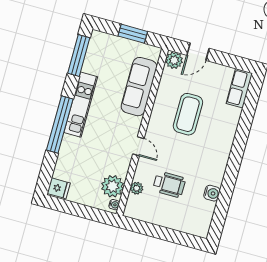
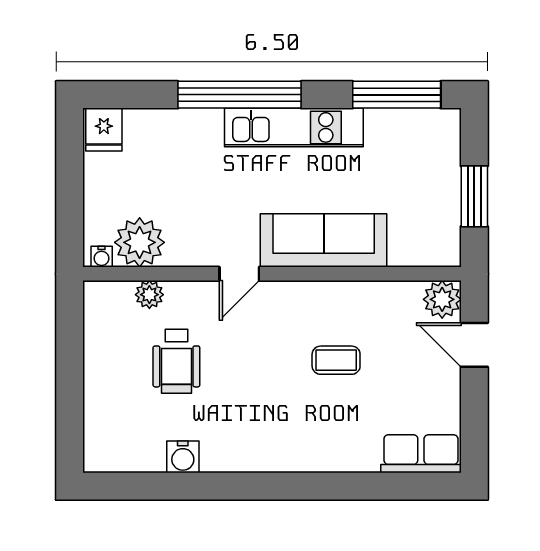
sofa: (139, 87) -> (324, 240), moved
coffee table: (188, 114) -> (336, 360), width x0.54, depth x0.58

